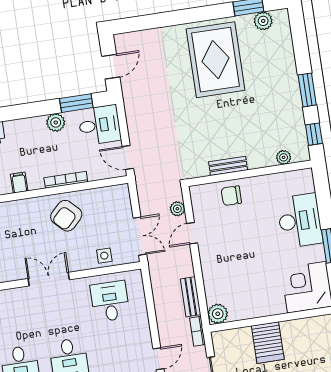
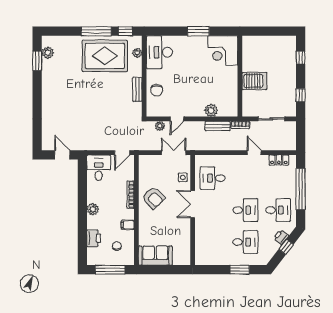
rug: (216, 60) -> (105, 56), moved
window: (307, 90) -> (96, 31), width x1.44
window: (76, 103) -> (82, 181), removed
plant: (56, 122) -> (93, 209), moved
desk: (300, 221) -> (159, 52), moved, turned -90
door: (192, 233) -> (177, 119), hinge flipped
double door: (49, 279) -> (193, 204), moved
plant: (218, 314) -> (211, 110), moved

